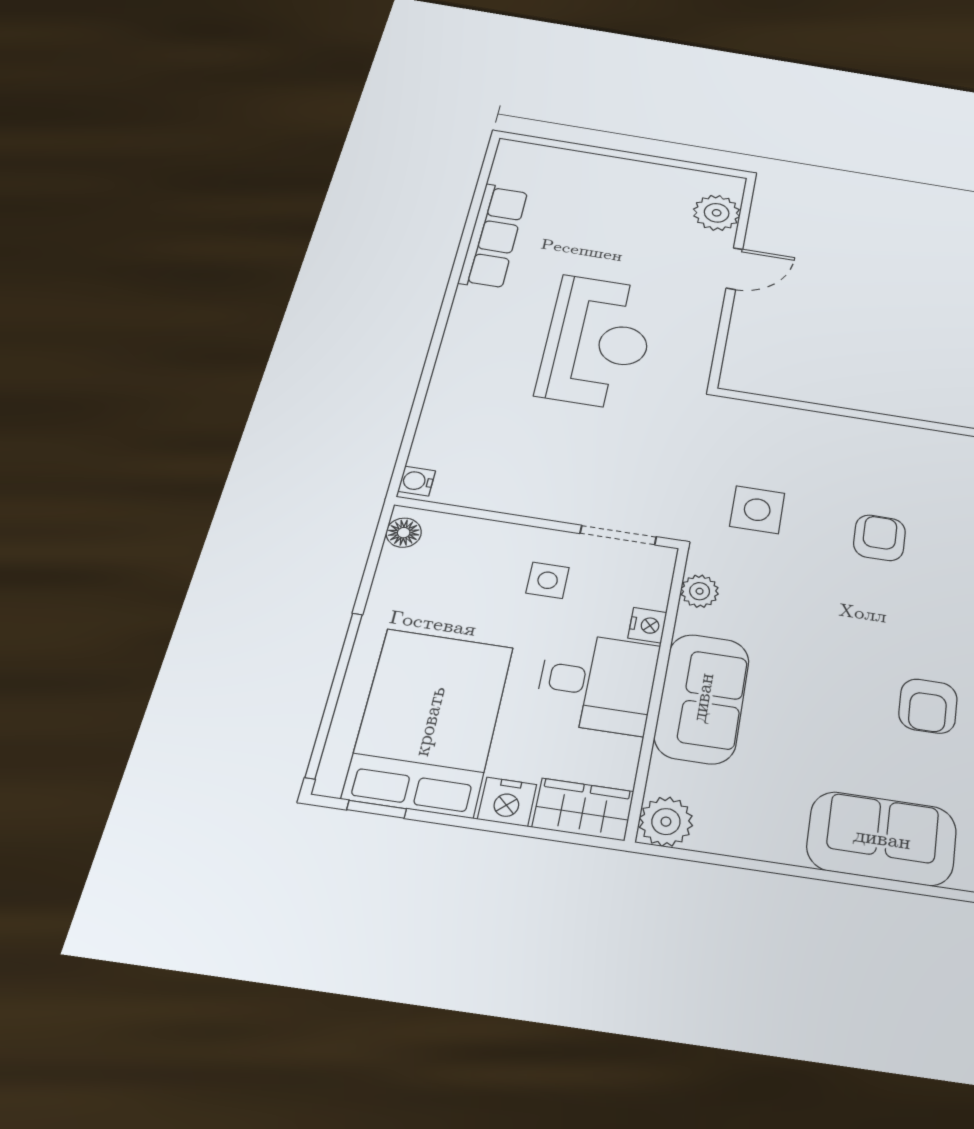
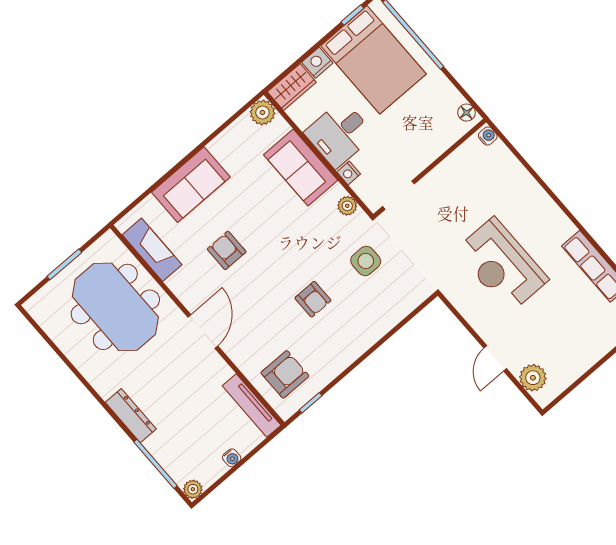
side table: (548, 580) -> (400, 151), removed

